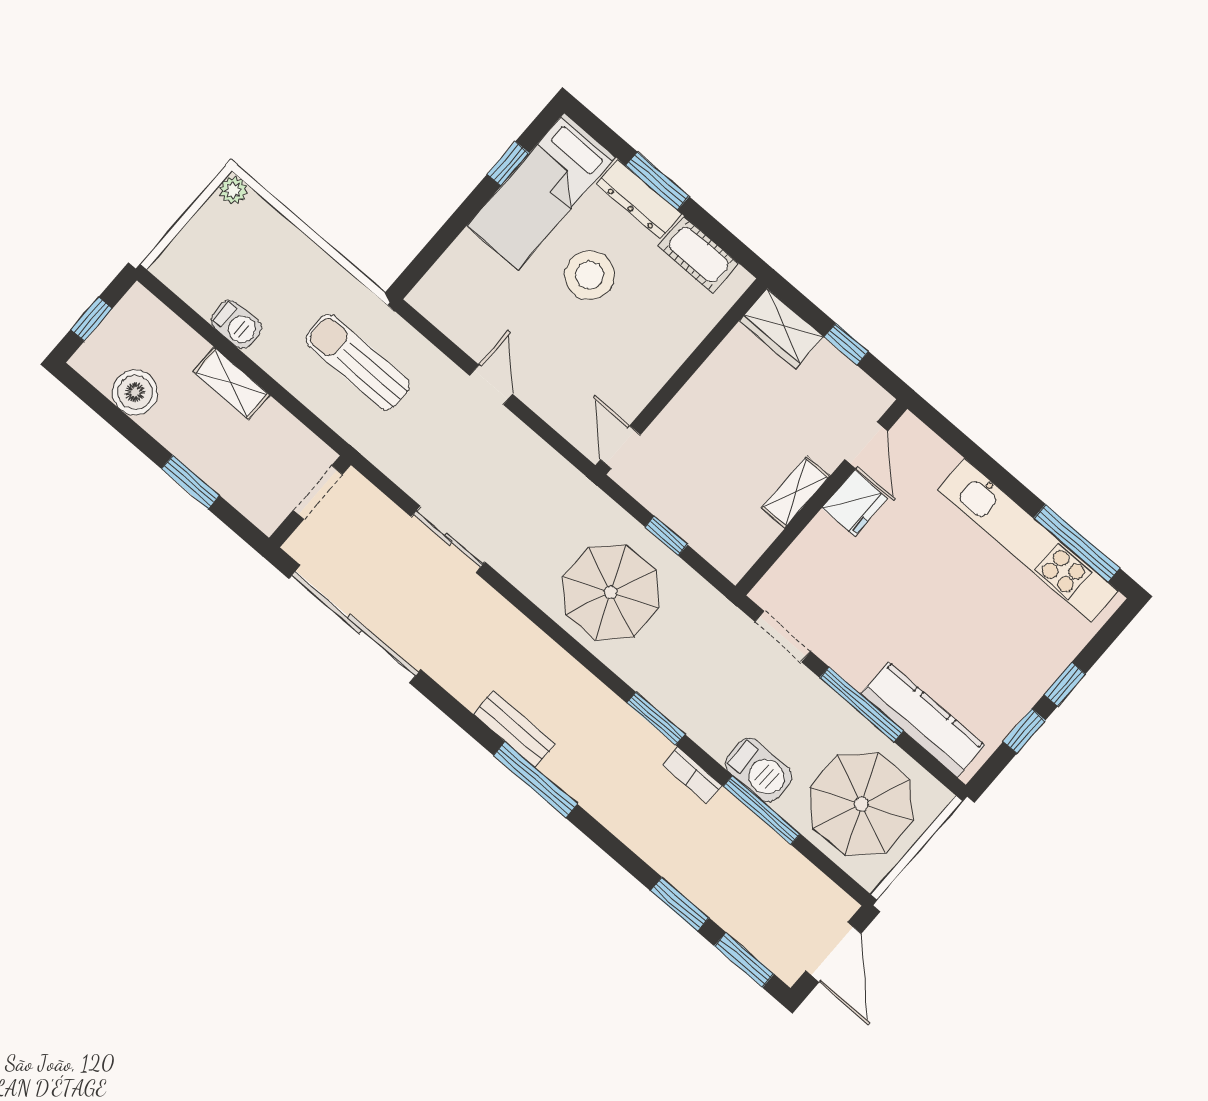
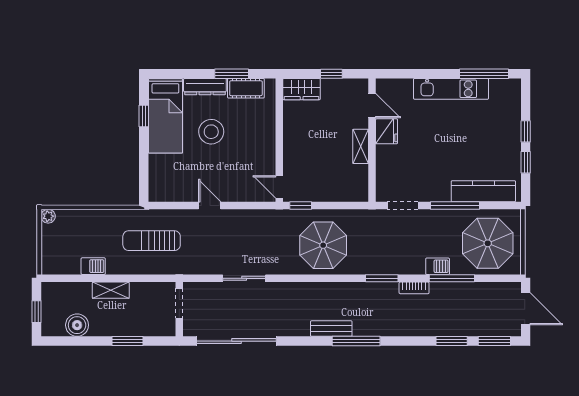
window: (657, 181) -> (232, 74), moved
window: (666, 536) -> (301, 206), moved
kitchen unit: (1028, 541) -> (451, 89), width x0.73
barbecue: (759, 770) -> (438, 266), width x0.73, depth x0.79

